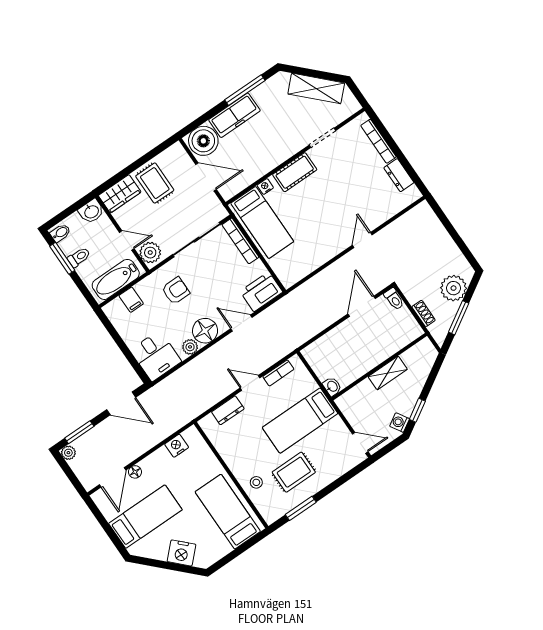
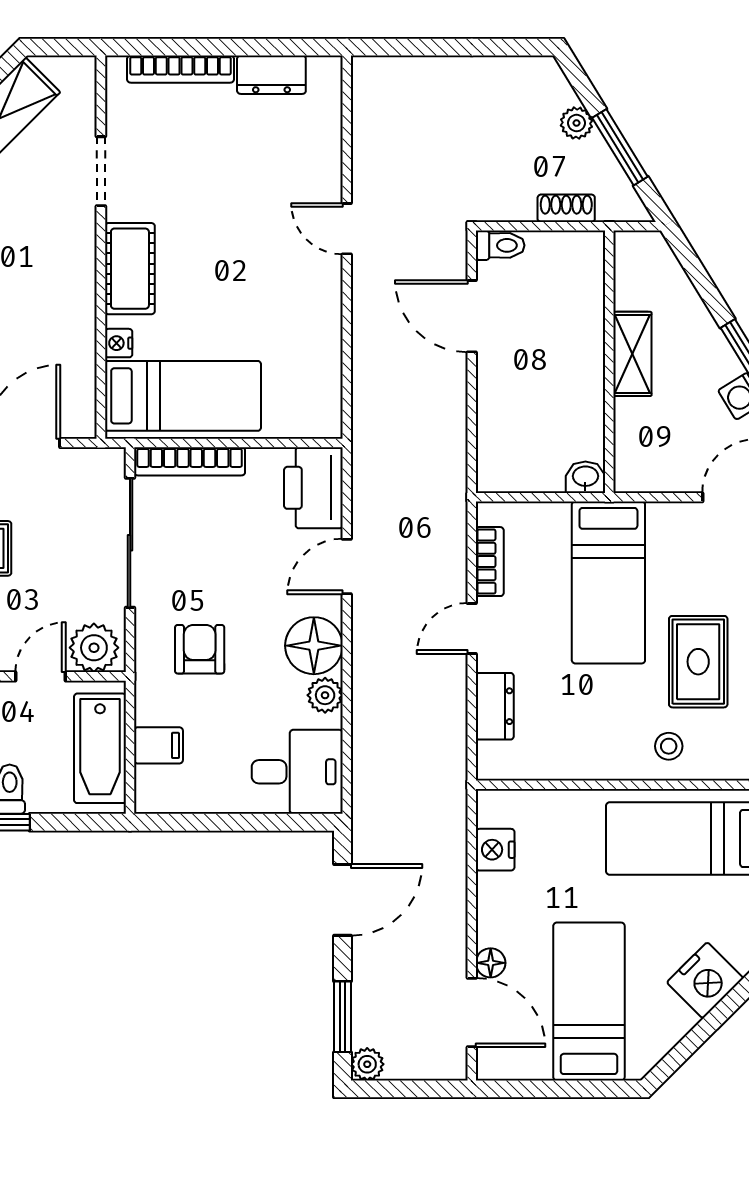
plant: (453, 288) -> (576, 123), width x0.53, depth x0.53

